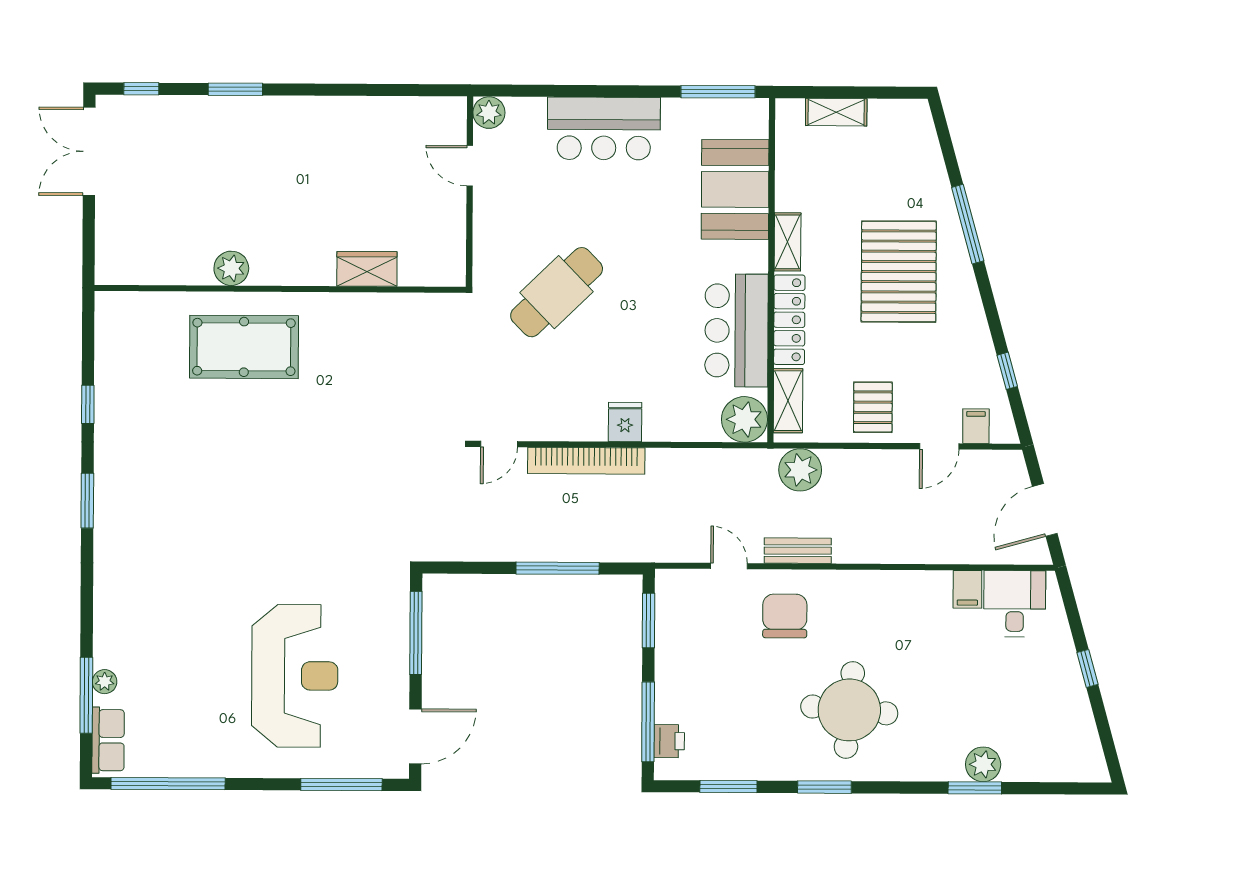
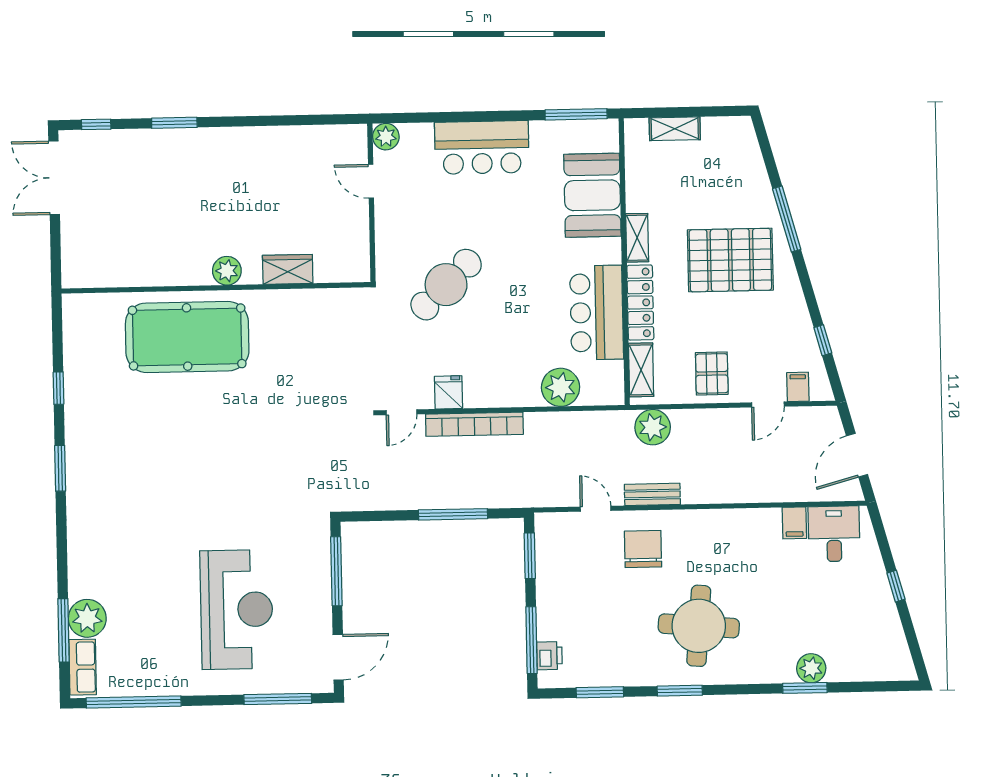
plant: (231, 268) -> (227, 271), moved
pallet: (899, 272) -> (730, 260), turned 90
pool table: (244, 347) -> (187, 337), width x1.36, depth x1.32
plant: (744, 419) -> (561, 387), moved
fridge: (625, 422) -> (448, 392), moved
plant: (105, 682) -> (87, 618), width x1.87, depth x1.87

